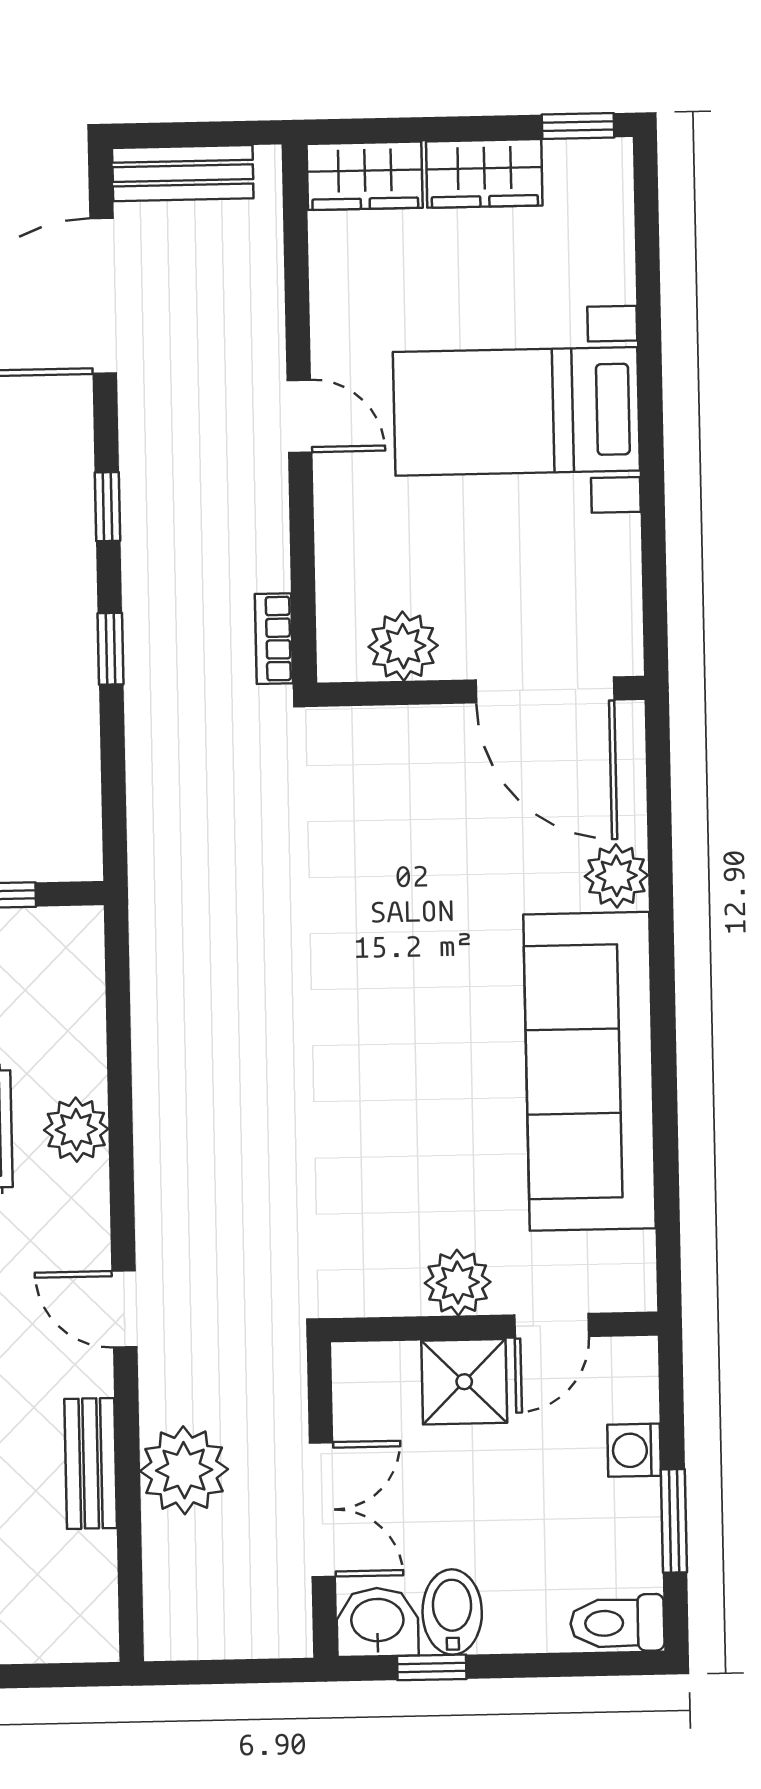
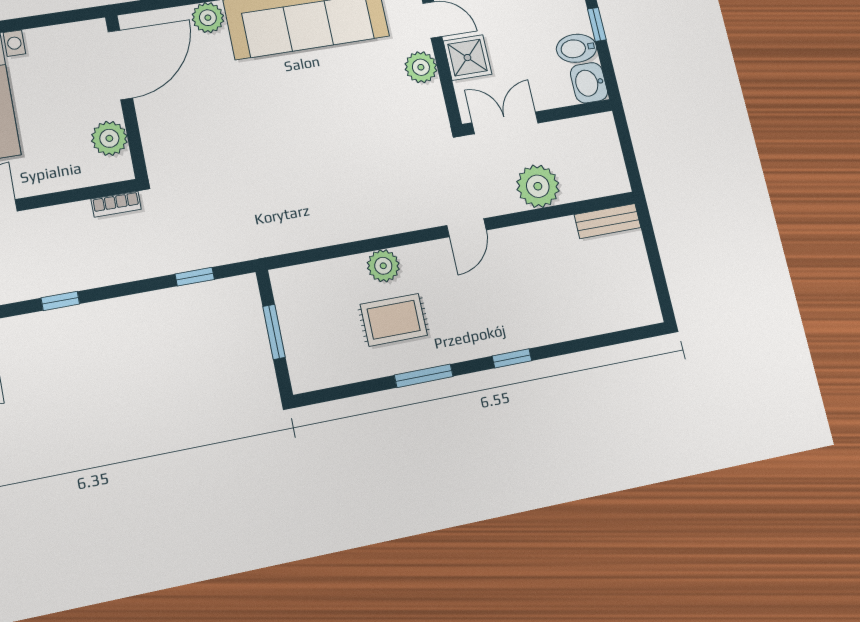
window: (111, 649) -> (195, 277), moved
bench: (91, 1463) -> (607, 221), moved
double door: (322, 1510) -> (505, 123), moved
window: (432, 1667) -> (597, 24), moved

